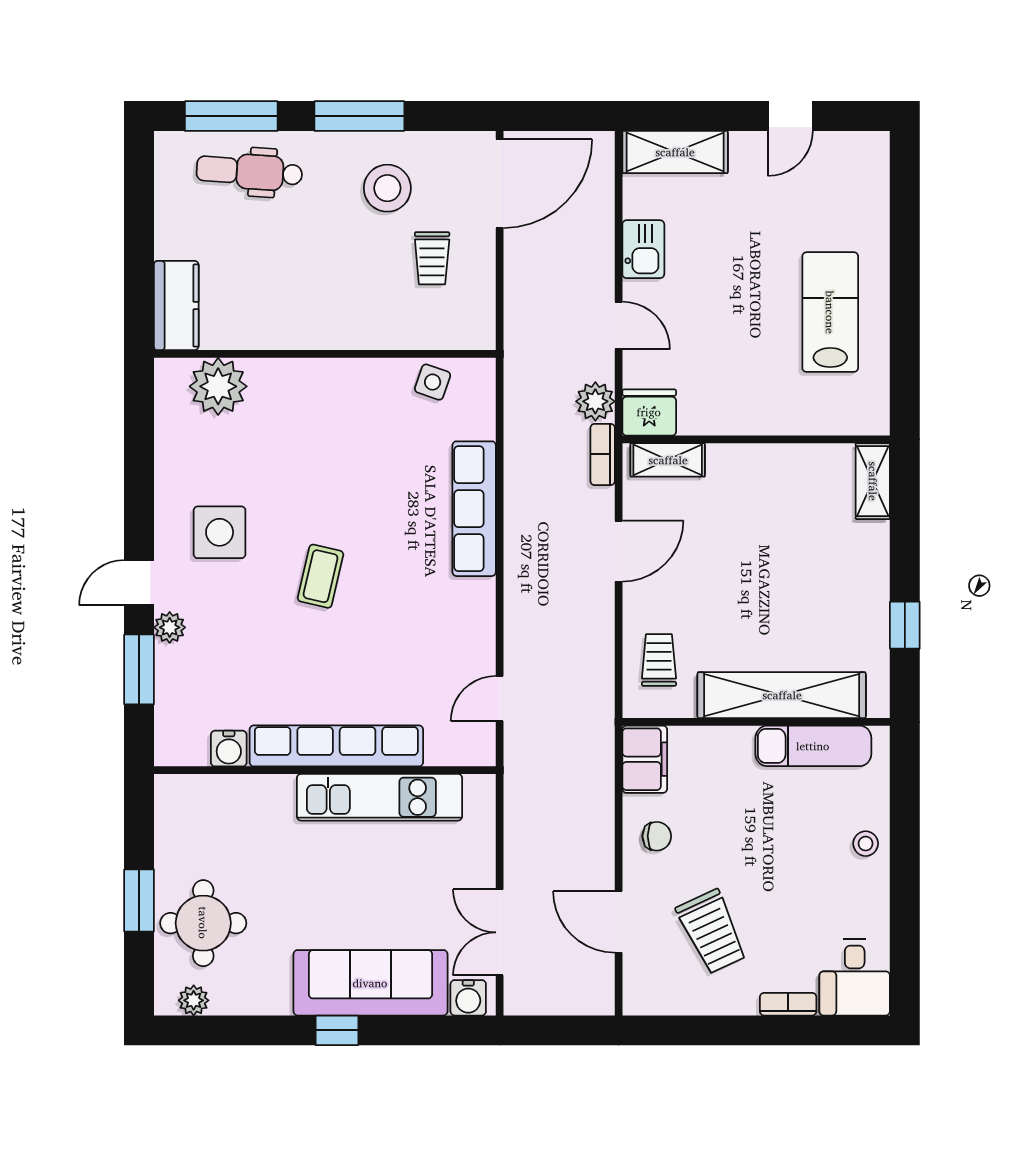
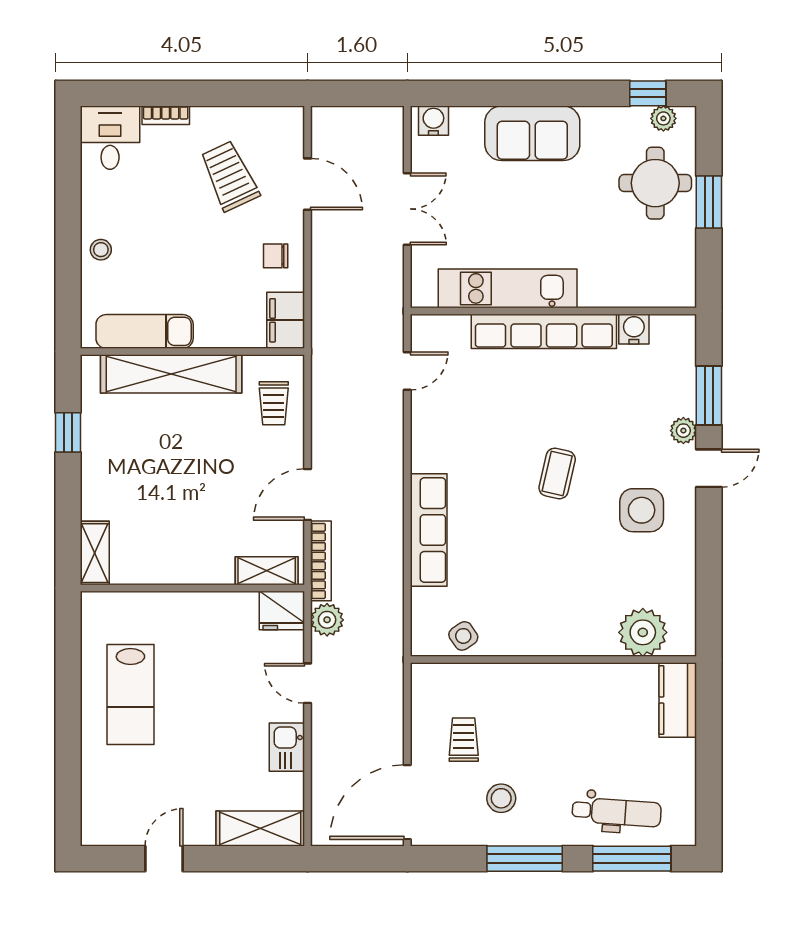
stool: (387, 188) -> (501, 798), width x0.73, depth x0.73
side table: (433, 382) -> (463, 636), turned 37
bookcase: (603, 454) -> (321, 561), width x1.56
double door: (500, 932) -> (407, 209), moved
sofa: (370, 983) -> (532, 133), width x0.73
window: (337, 1030) -> (648, 93), moved

